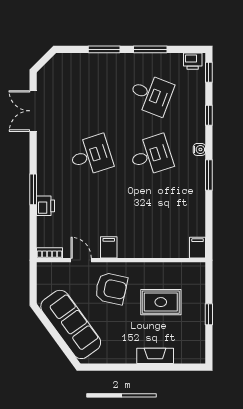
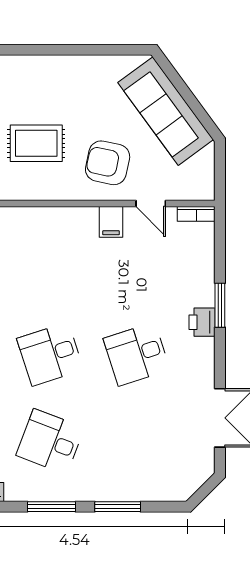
printer: (45, 206) -> (202, 322), moved
fireplace: (155, 356) -> (44, 66), removed

